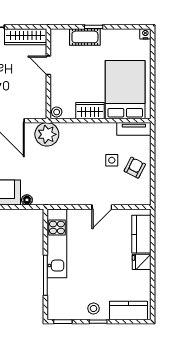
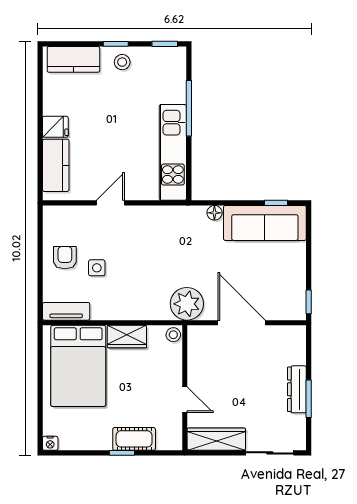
armchair: (135, 168) -> (65, 258), turned 153

